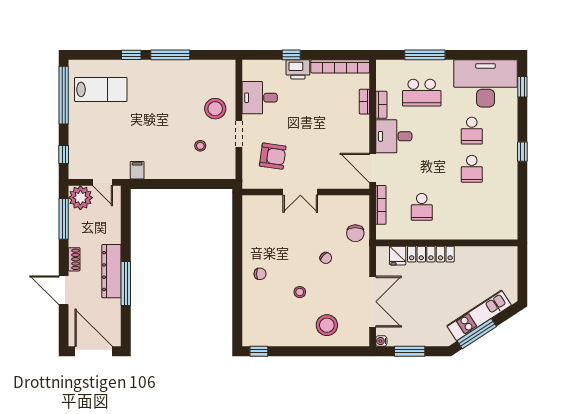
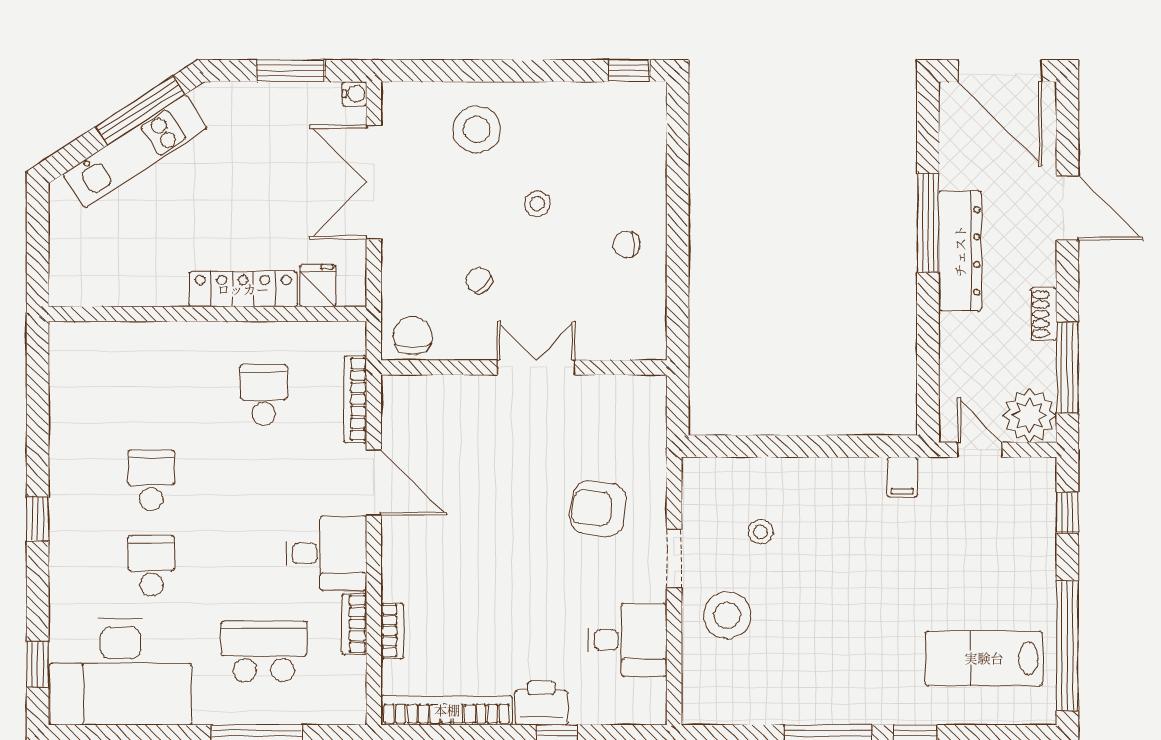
double door: (300, 192) -> (536, 368), moved
wall: (306, 192) -> (524, 368), moved
shoe rack: (74, 259) -> (1044, 314), moved

